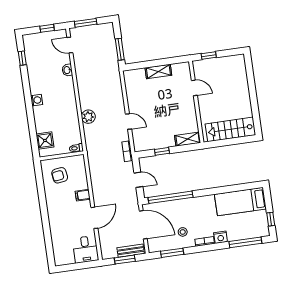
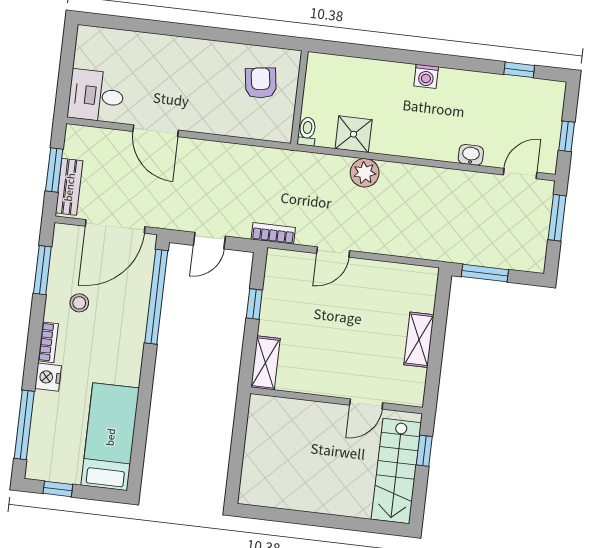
stairs: (230, 129) -> (396, 471), moved, turned 180
shower: (45, 140) -> (354, 134), moved
filing cabinet: (83, 195) -> (208, 119), removed

